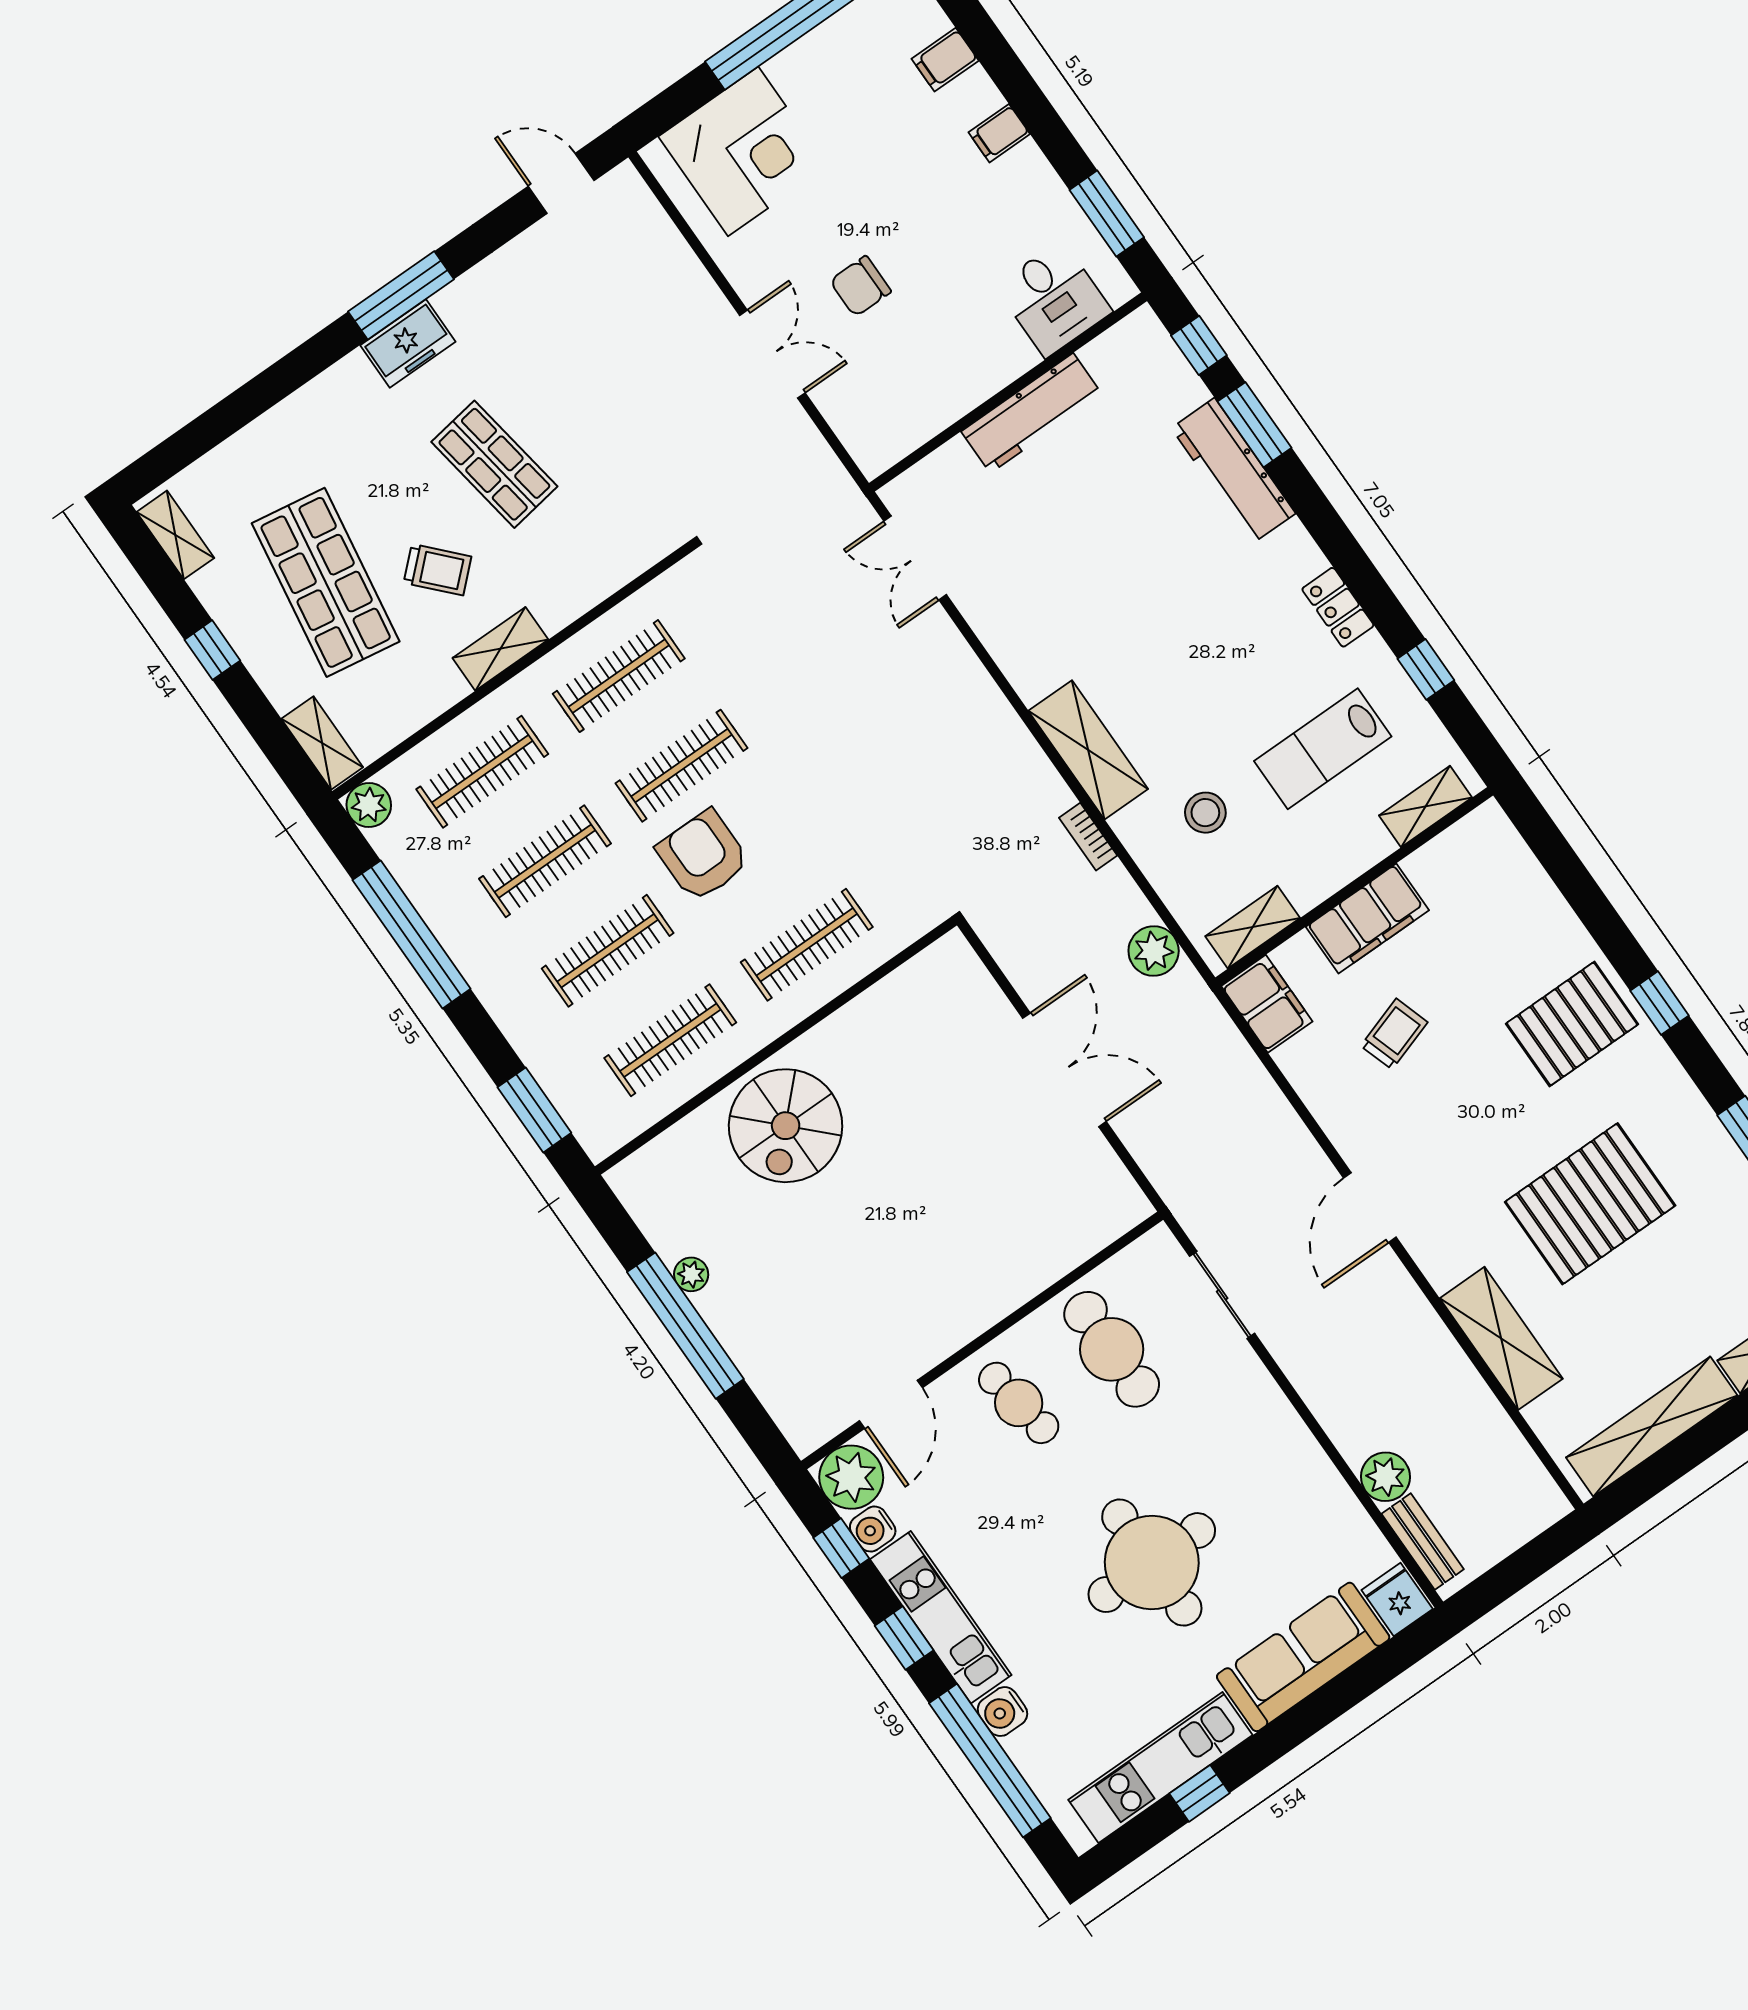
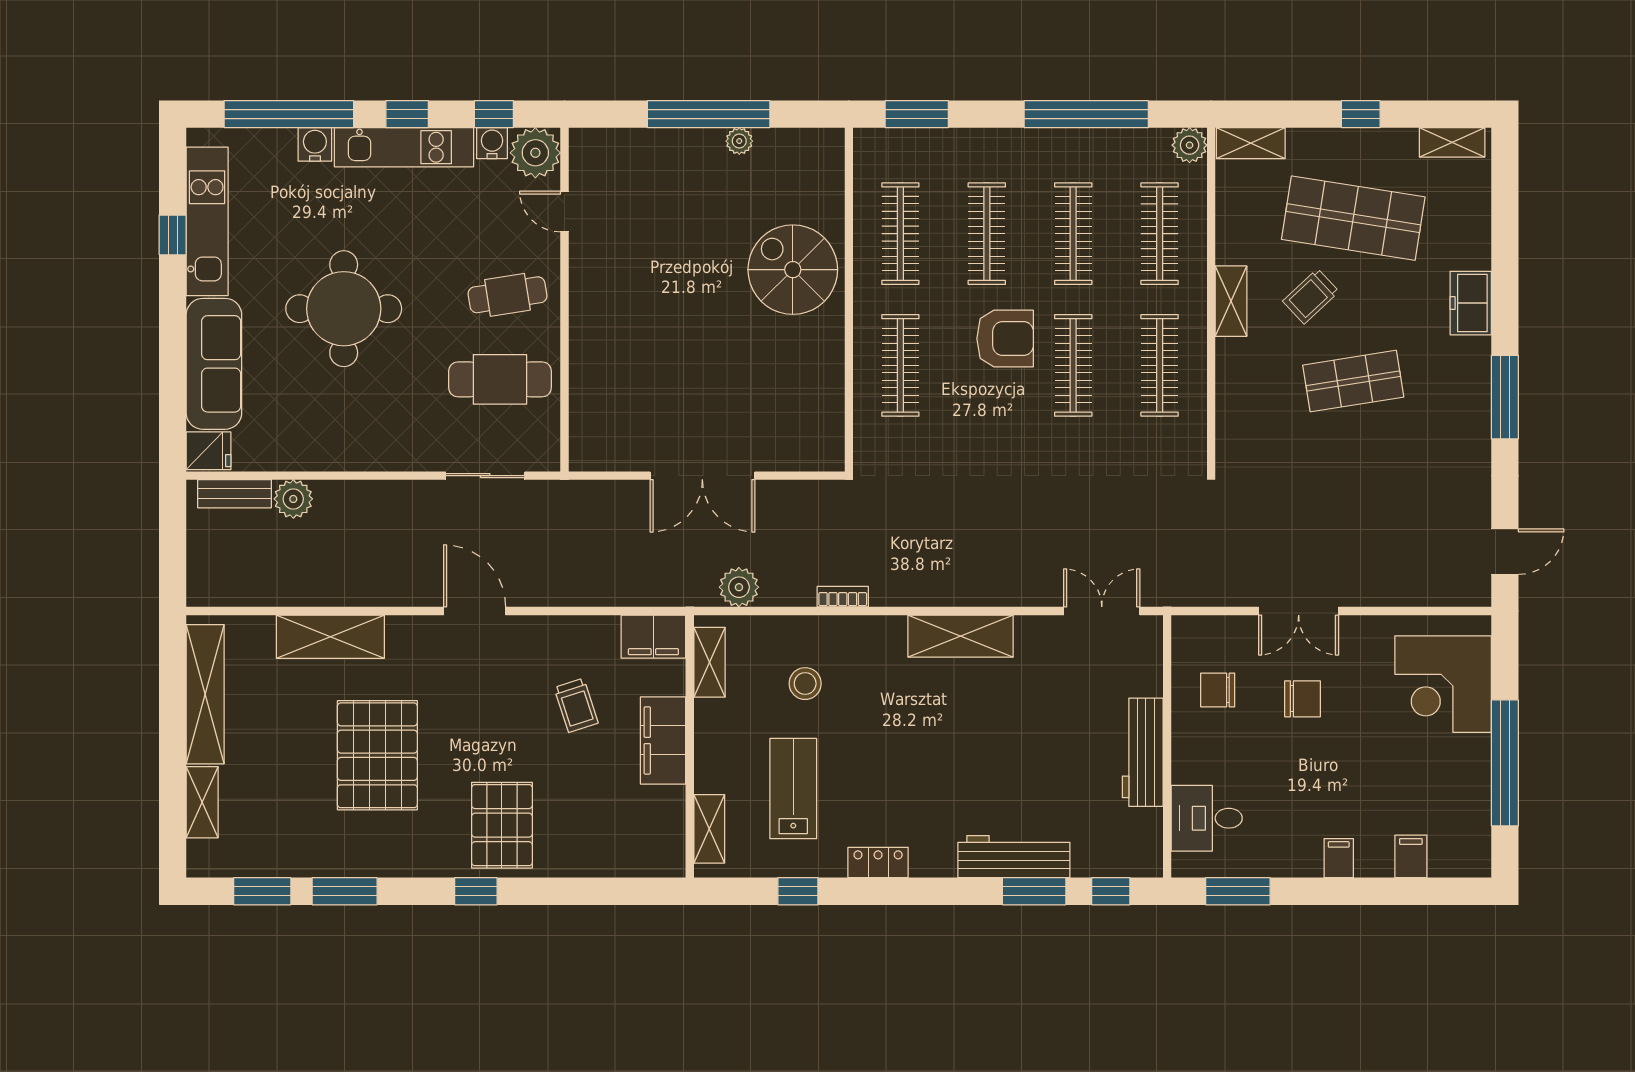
chair: (860, 286) -> (1303, 699), turned 90
freezer: (408, 343) -> (1471, 303), moved
chair: (913, 380) -> (1218, 690), added
shelving: (1088, 750) -> (961, 636), moved
door: (891, 1404) -> (565, 211), width x0.73

